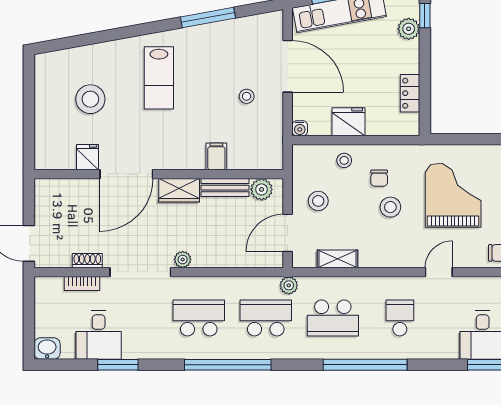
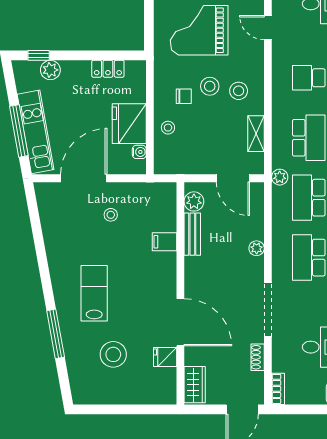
window: (208, 18) -> (56, 334), moved
lab bench: (159, 78) -> (94, 293), turned -90
fridge: (349, 122) -> (129, 124), width x1.36, depth x1.34
water cooler: (300, 128) -> (139, 152), moved
wardrobe: (179, 190) -> (195, 385), moved
stool: (318, 201) -> (239, 91), moved
plant: (183, 259) -> (257, 248), moved
door: (439, 272) -> (268, 28), moved
bookcase: (82, 283) -> (278, 389), moved

